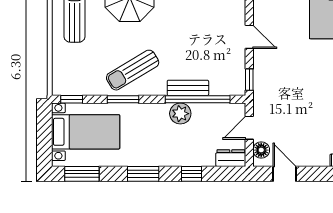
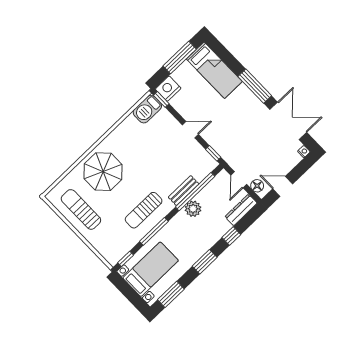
sun lounger: (133, 70) -> (144, 210), turned 31
window: (123, 99) -> (154, 231), width x1.44
dresser: (231, 158) -> (241, 210), width x1.44

